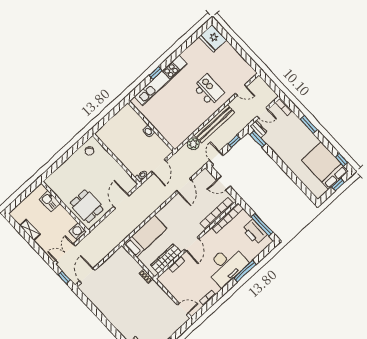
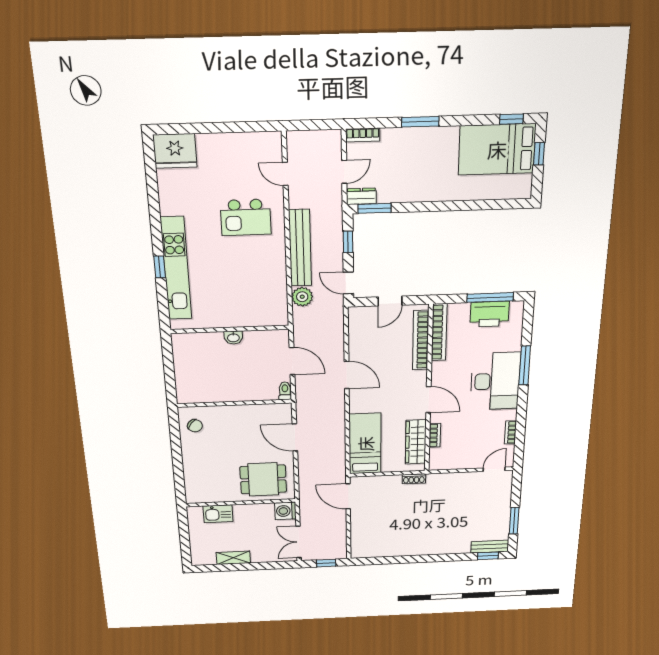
kitchen island: (209, 90) -> (246, 217), turned 180
door: (241, 90) -> (285, 174), swing flipped
door: (184, 186) -> (347, 375), moved
door: (87, 276) -> (348, 496), moved

